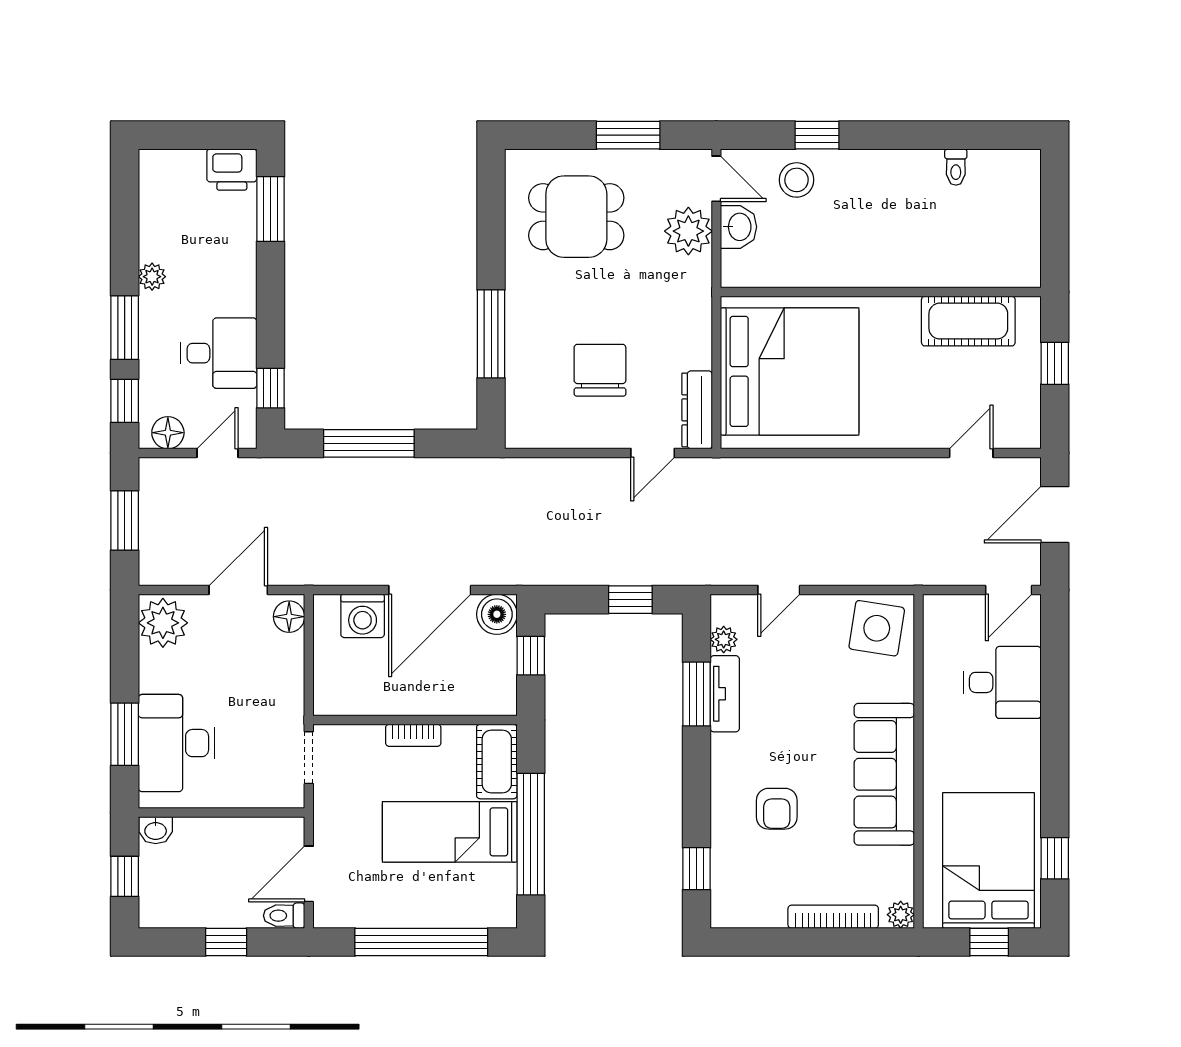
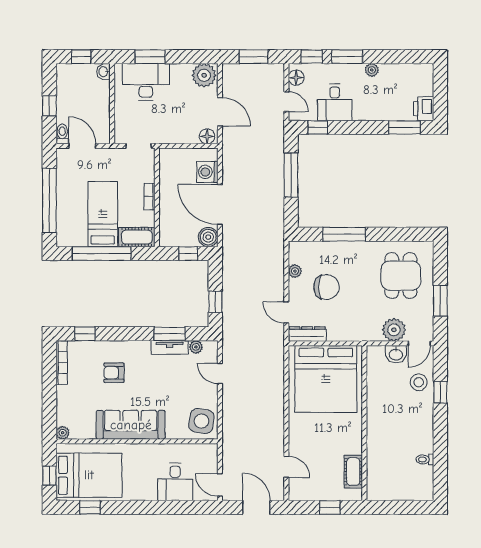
cot: (968, 321) -> (353, 472), width x0.73, depth x0.75
plant: (567, 435) -> (295, 271), added
bookcase: (833, 917) -> (62, 362), moved

